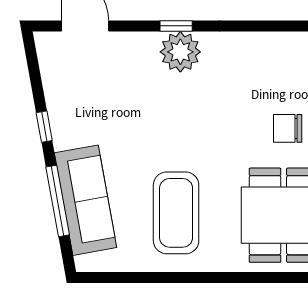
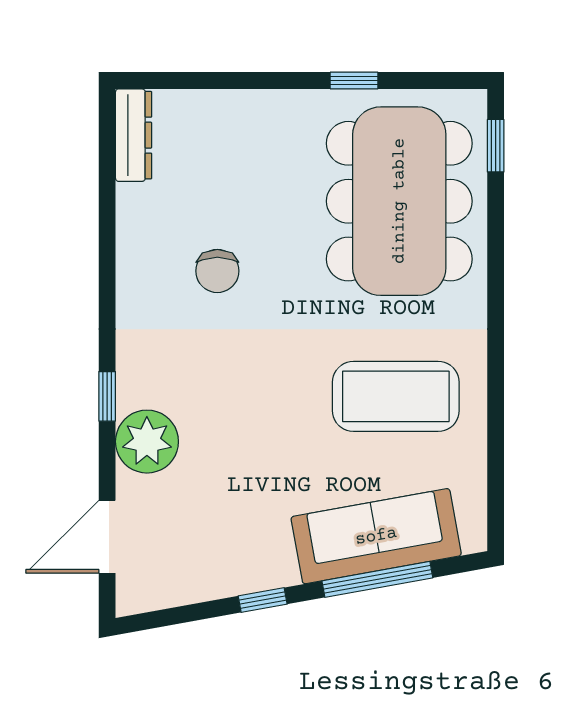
plant: (180, 52) -> (147, 442), moved
chair: (288, 128) -> (217, 271), moved

